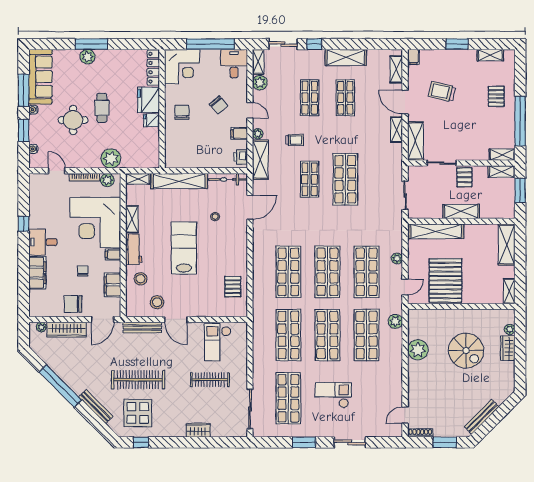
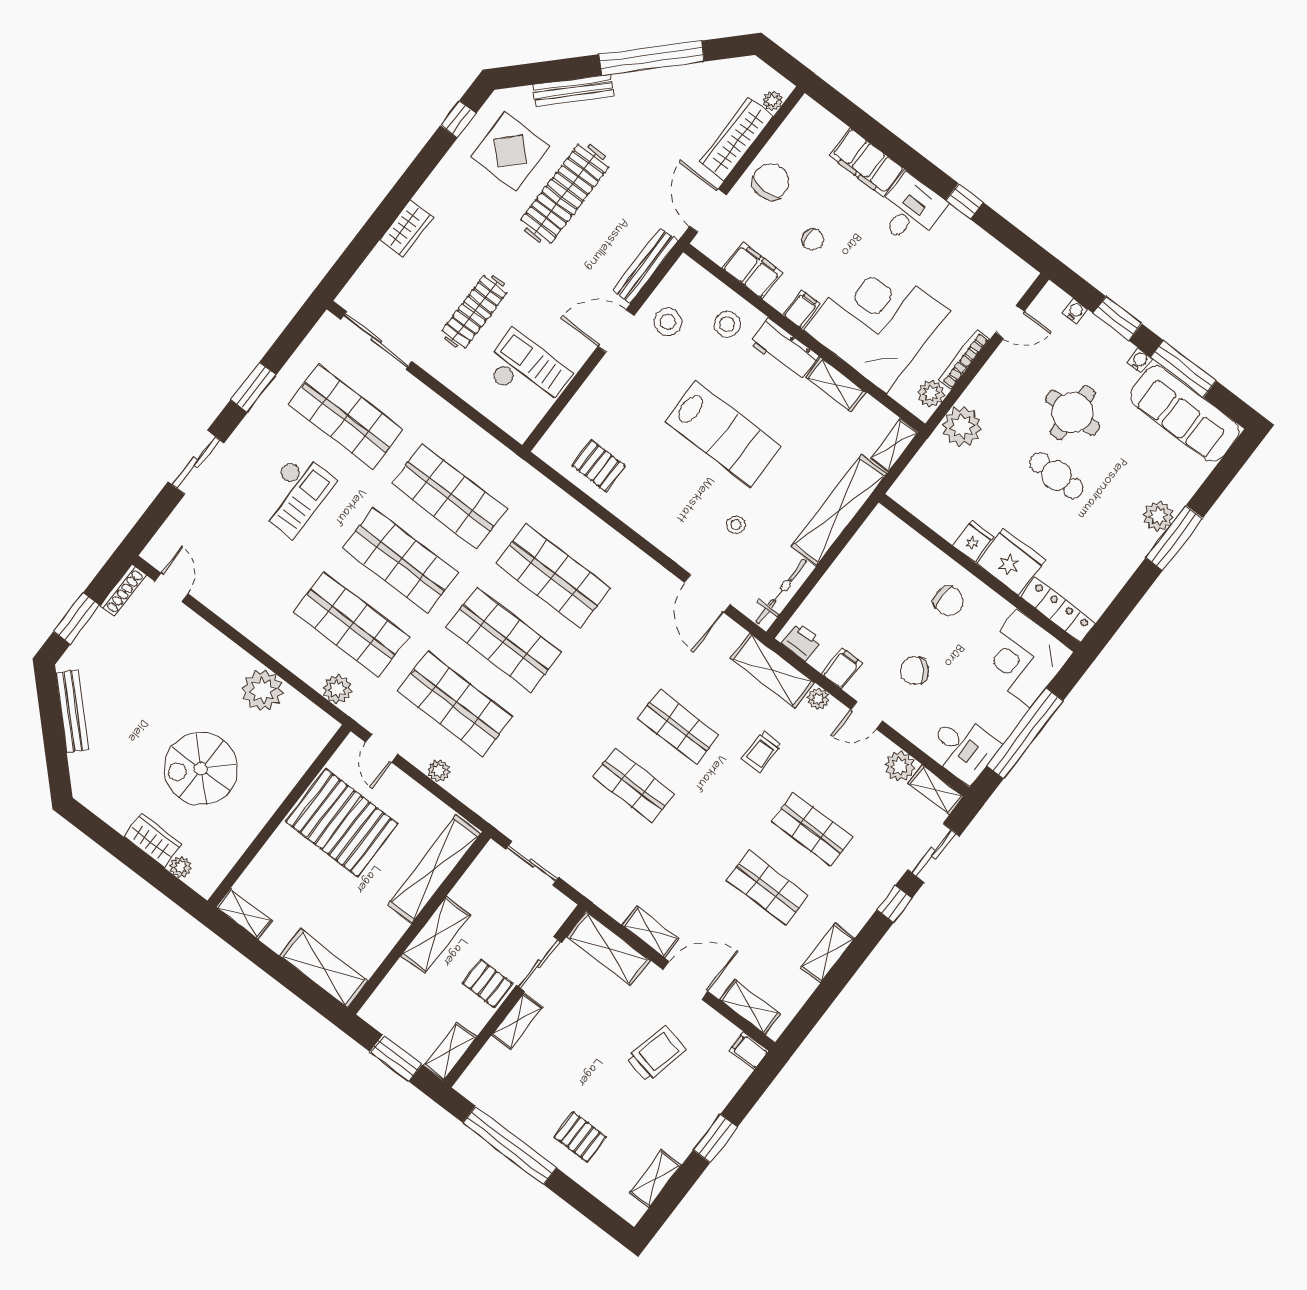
shelving: (346, 57) -> (828, 953), width x0.67, depth x0.75
shelving: (502, 155) -> (517, 1021), moved
shop shelf: (345, 179) -> (634, 785), width x0.70, depth x0.74

